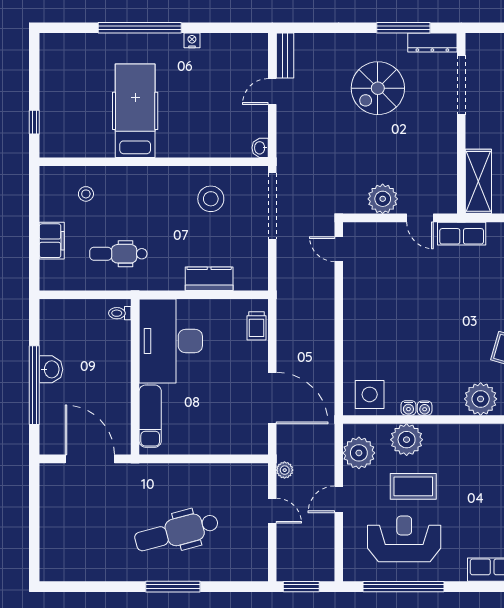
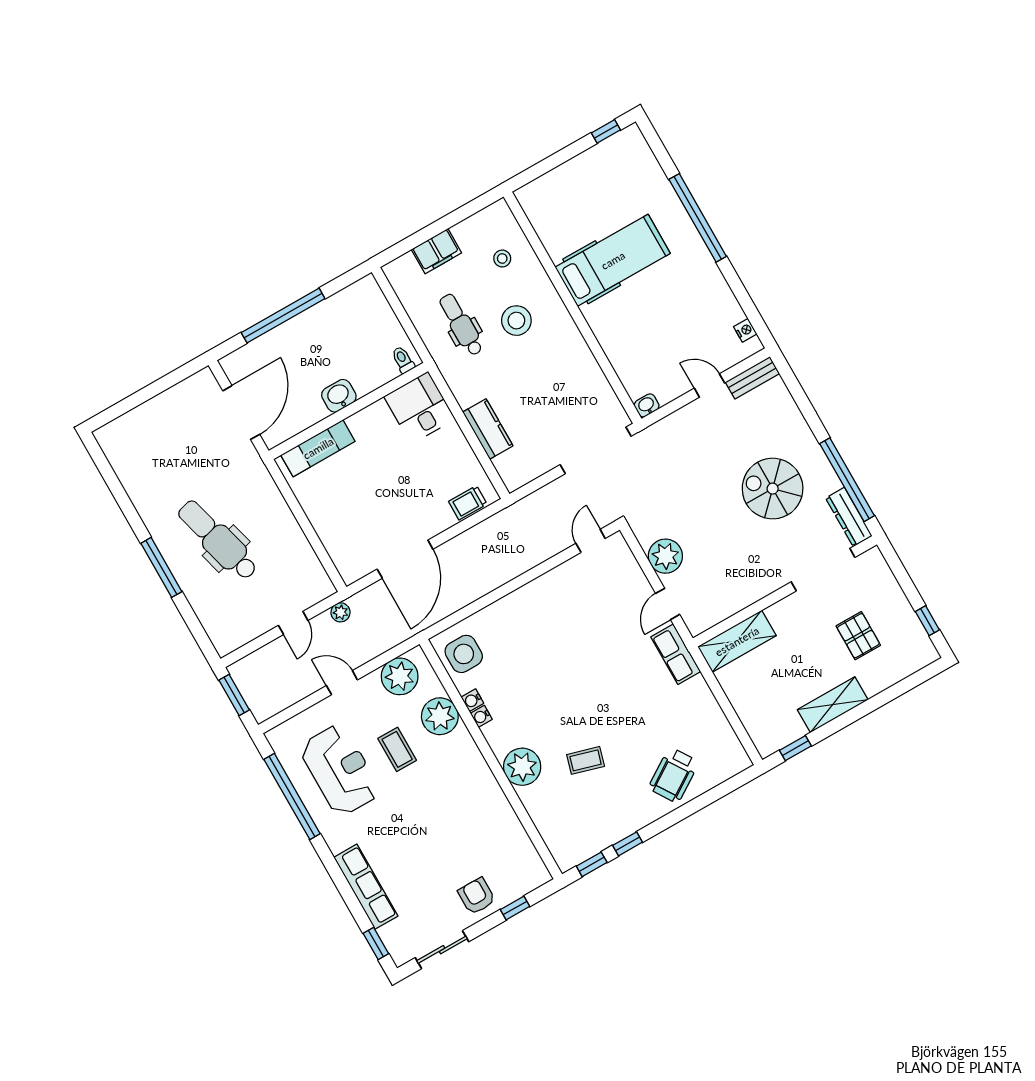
window: (403, 28) -> (847, 480), width x1.46
nightstand: (192, 40) -> (745, 330), moved
window: (34, 122) -> (606, 131), moved
stool: (211, 199) -> (516, 321), moved
desk: (171, 341) -> (420, 408), width x0.53, depth x0.77
washbasin: (51, 369) -> (339, 396), moved, turned 180
coffee table: (413, 486) -> (397, 749), width x0.73, depth x0.77

